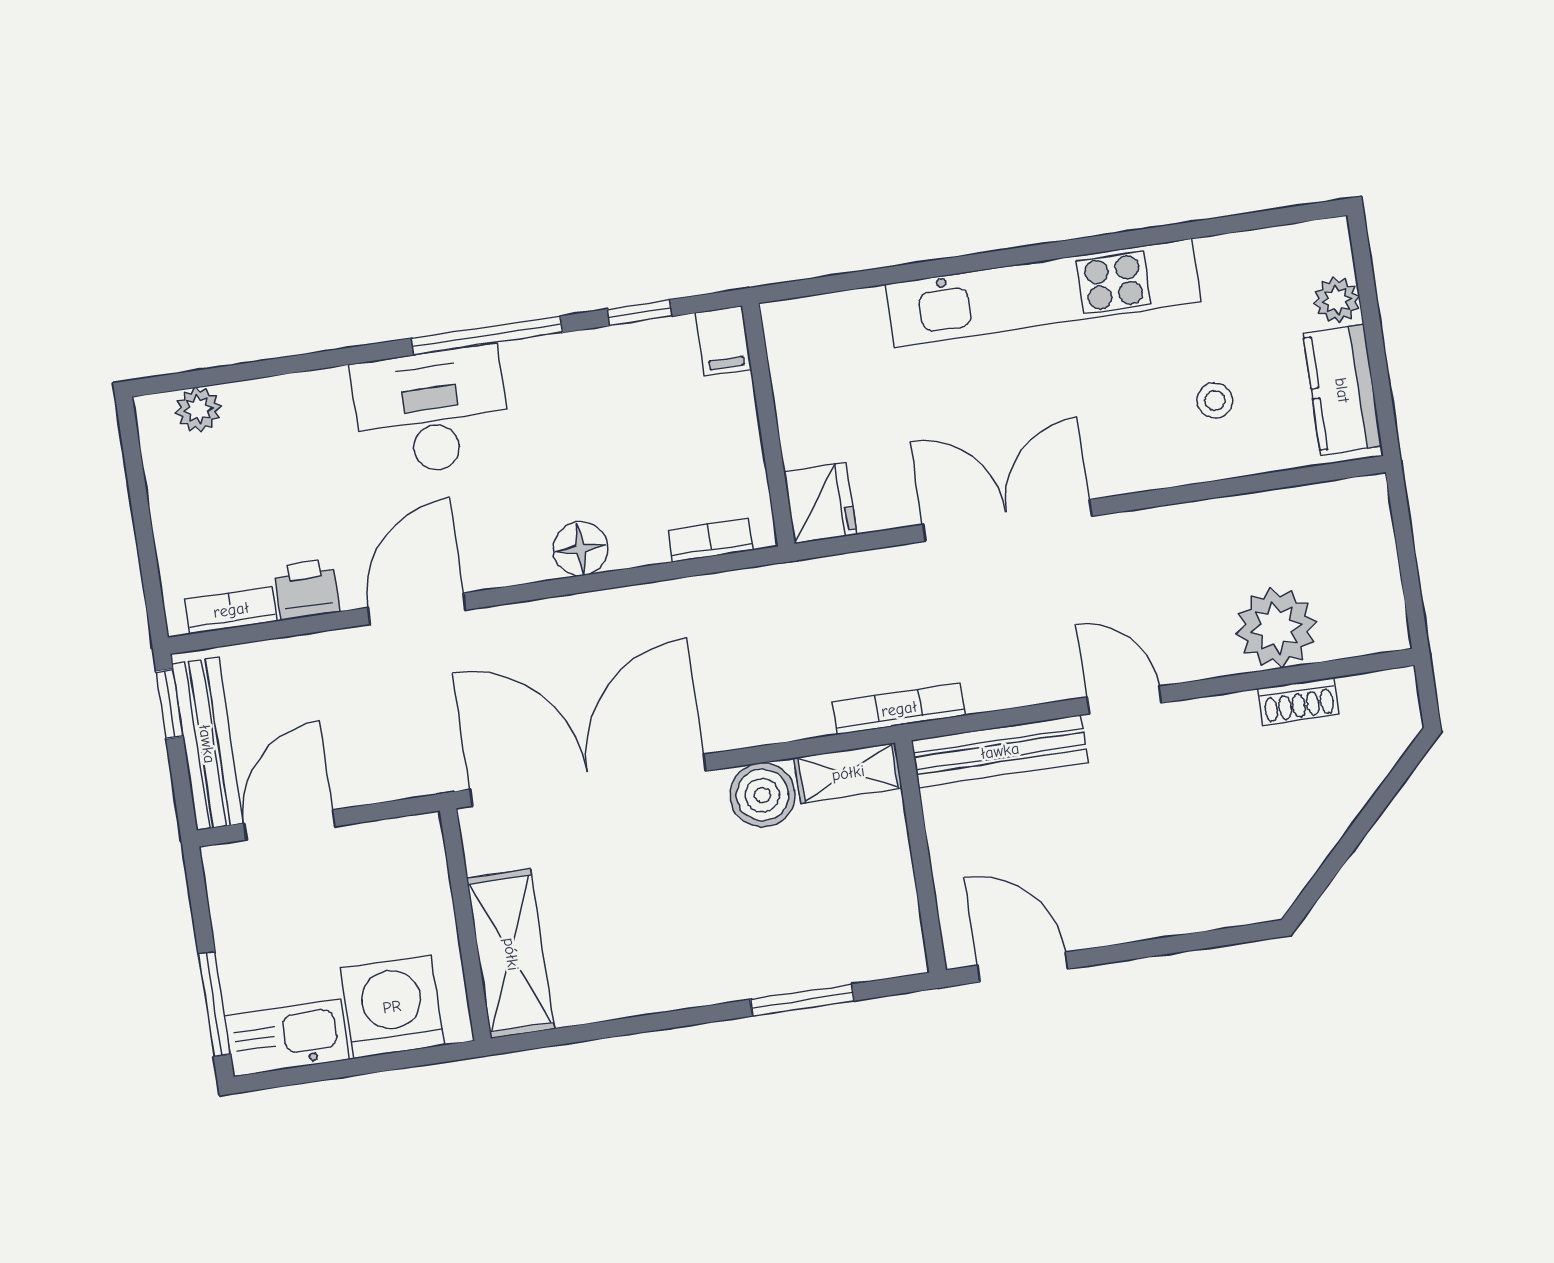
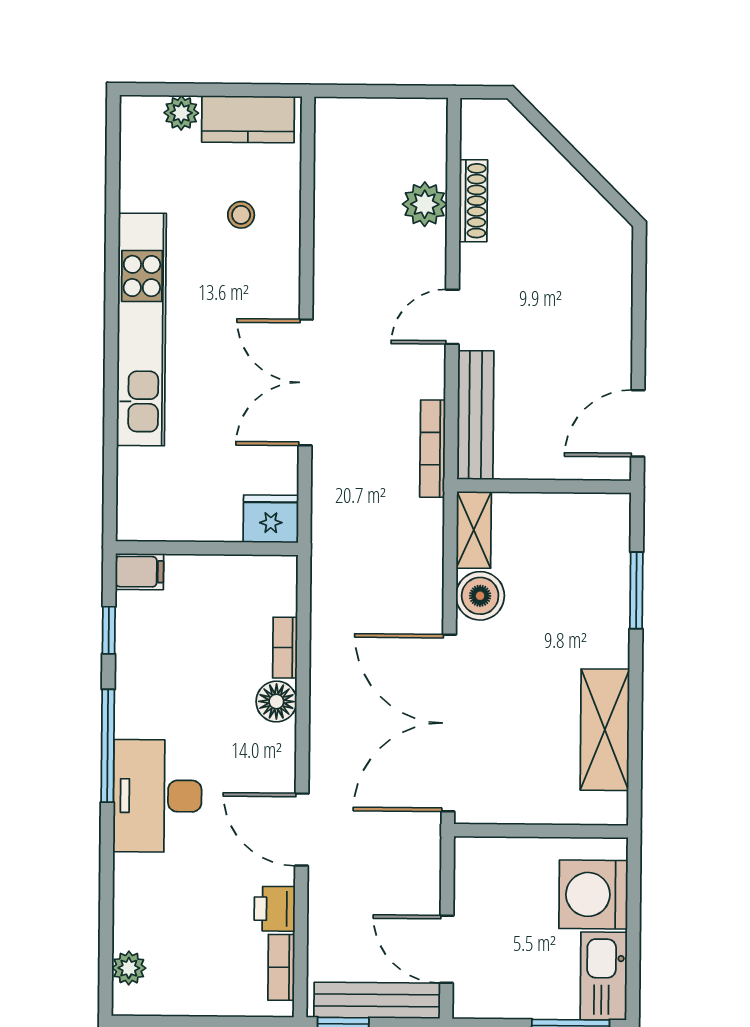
bookcase: (710, 540) -> (285, 648), moved
plant: (1276, 628) -> (425, 204), width x0.73, depth x0.73
shoe rack: (1298, 701) -> (473, 201), width x1.43
bookcase: (899, 709) -> (433, 449), moved
shelving: (511, 954) -> (605, 730), moved, turned 90

